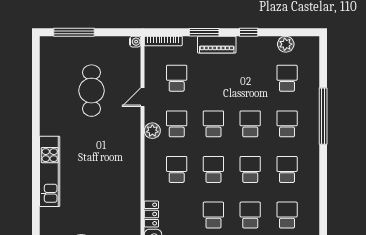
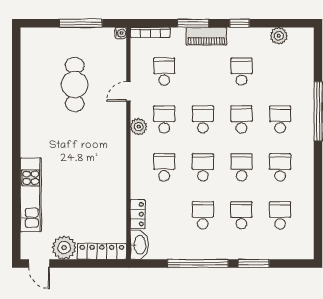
window: (74, 32) -> (81, 23), moved
school desk: (287, 78) -> (241, 72), moved
kitchen unit: (50, 171) -> (31, 195), moved

